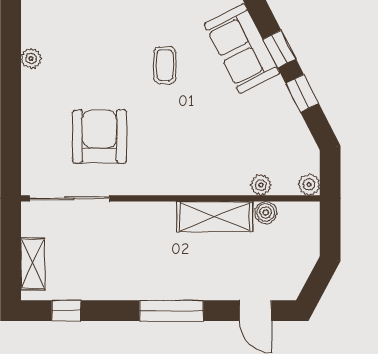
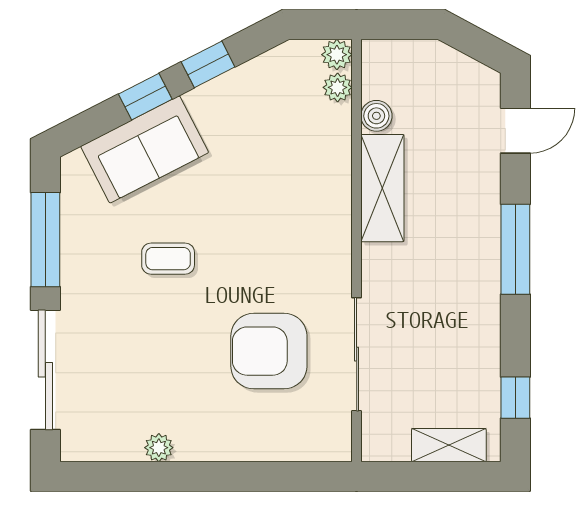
plant: (261, 185) -> (338, 87), moved
sliding door: (69, 198) -> (357, 354), moved

